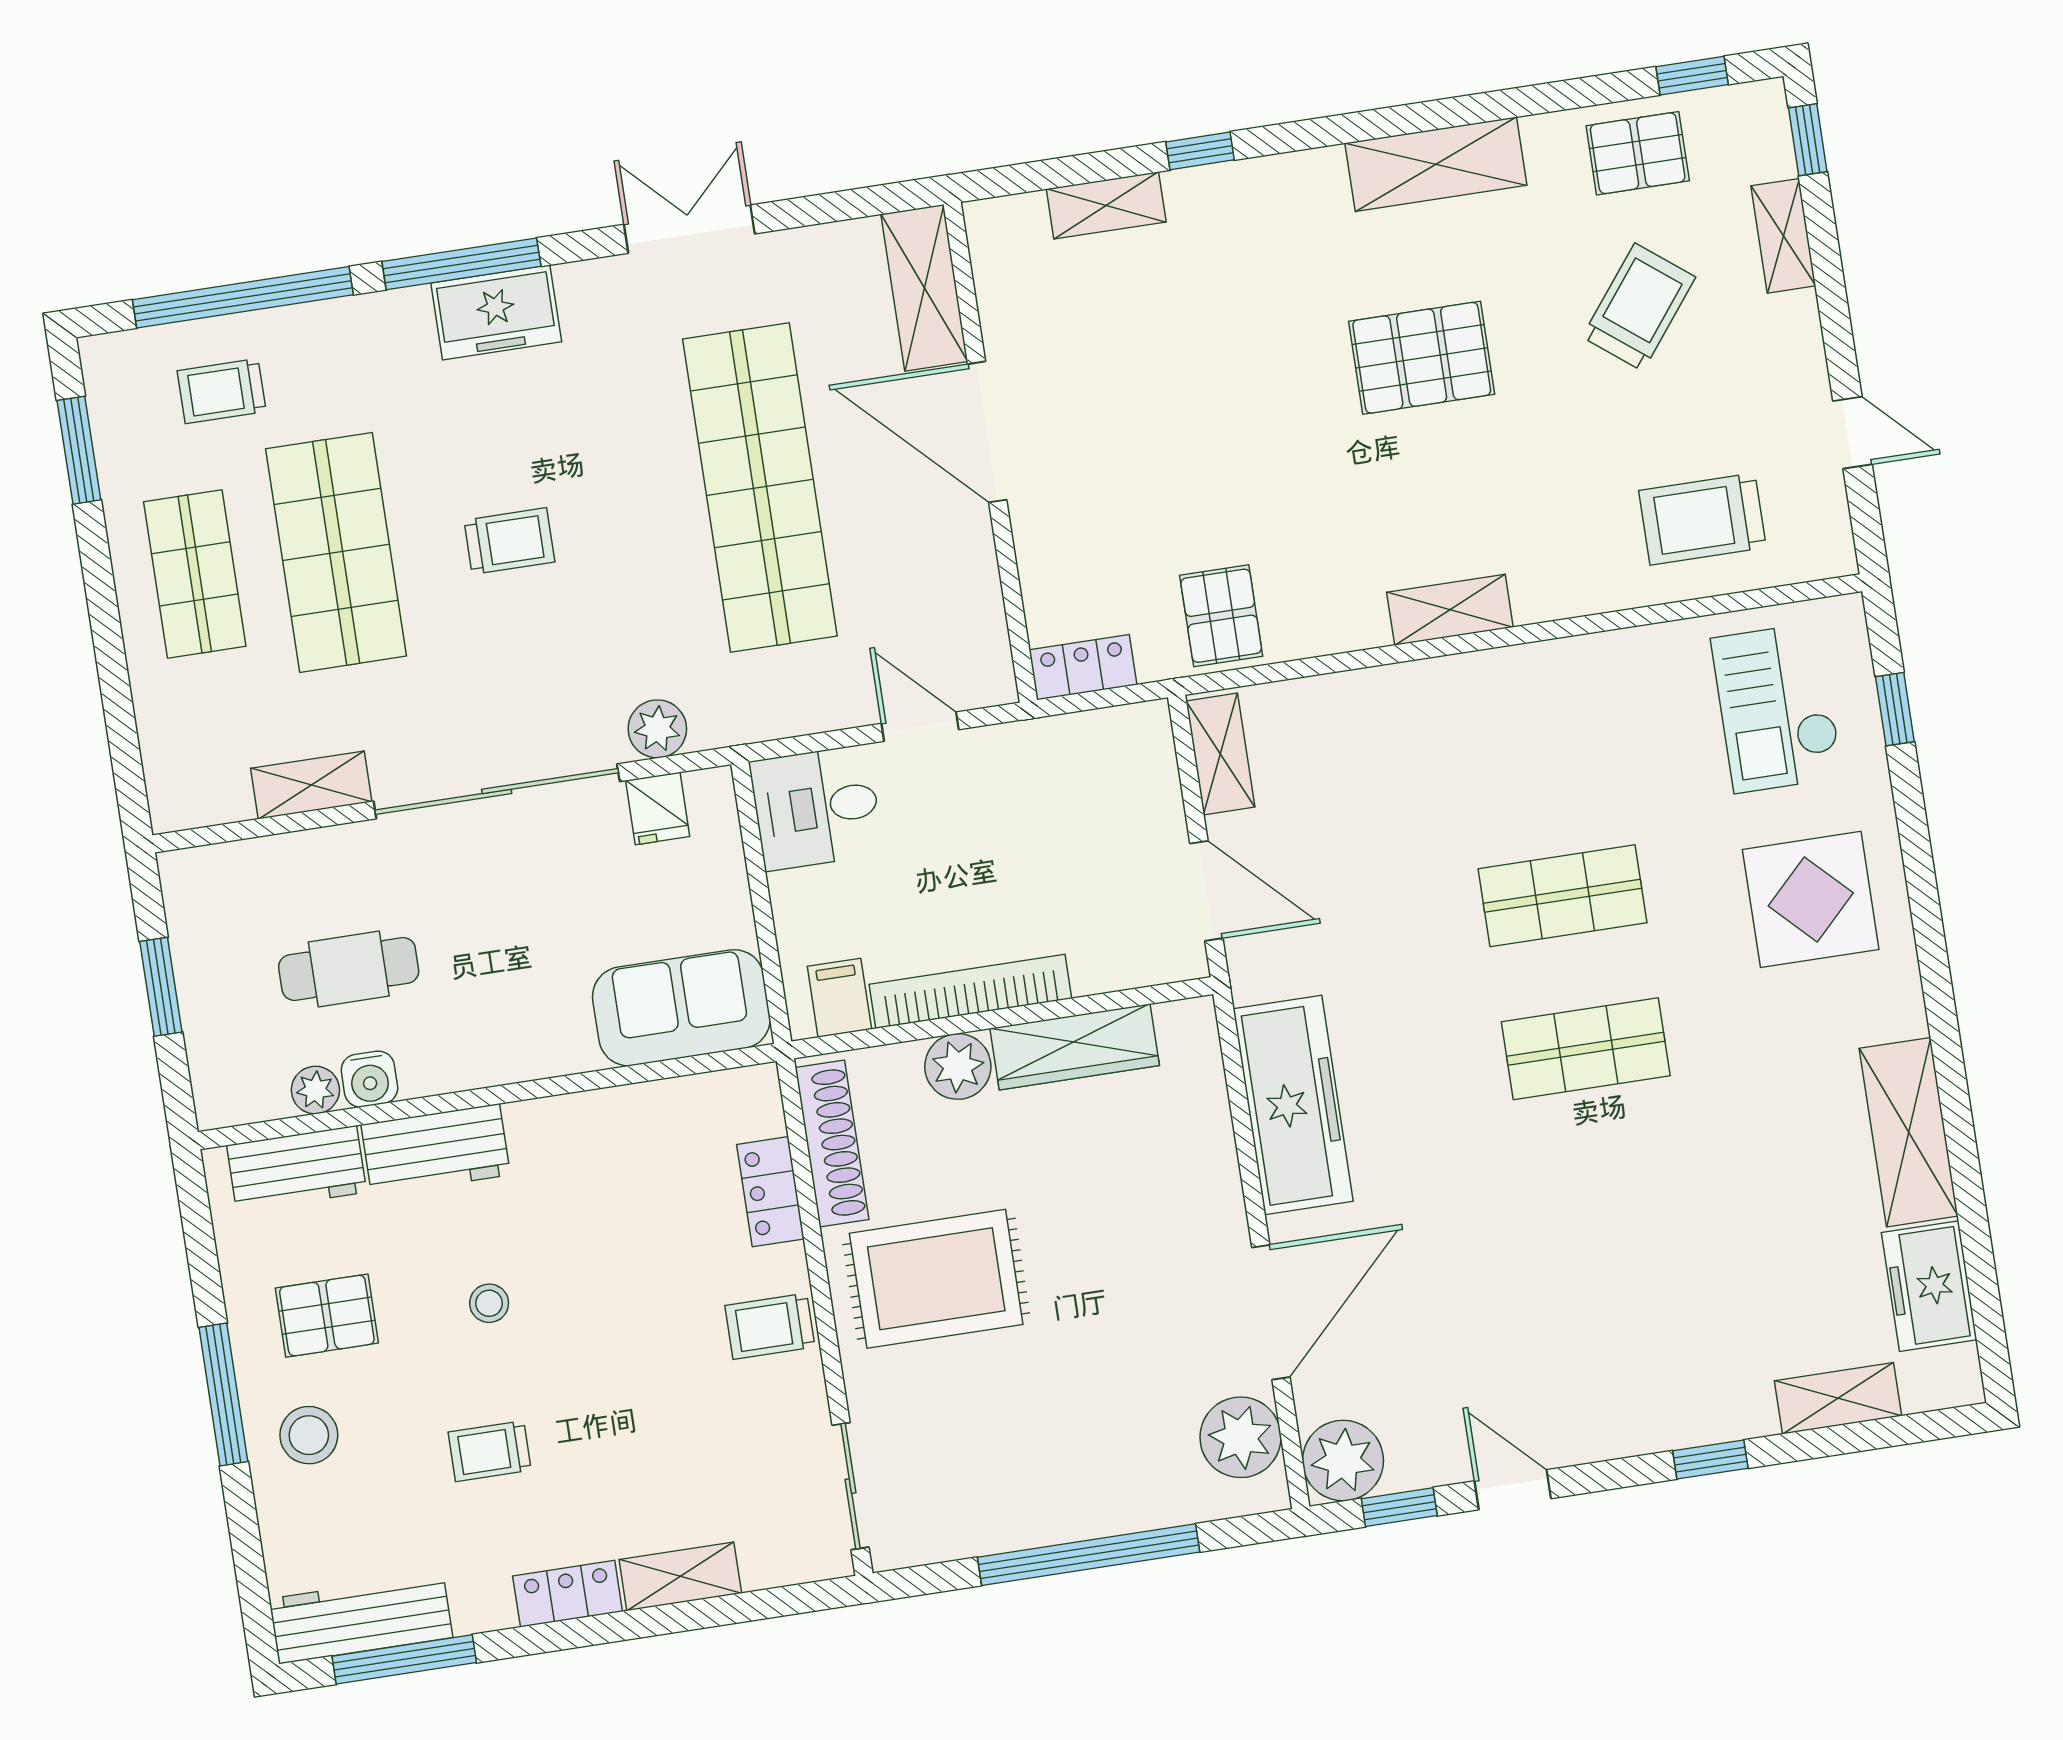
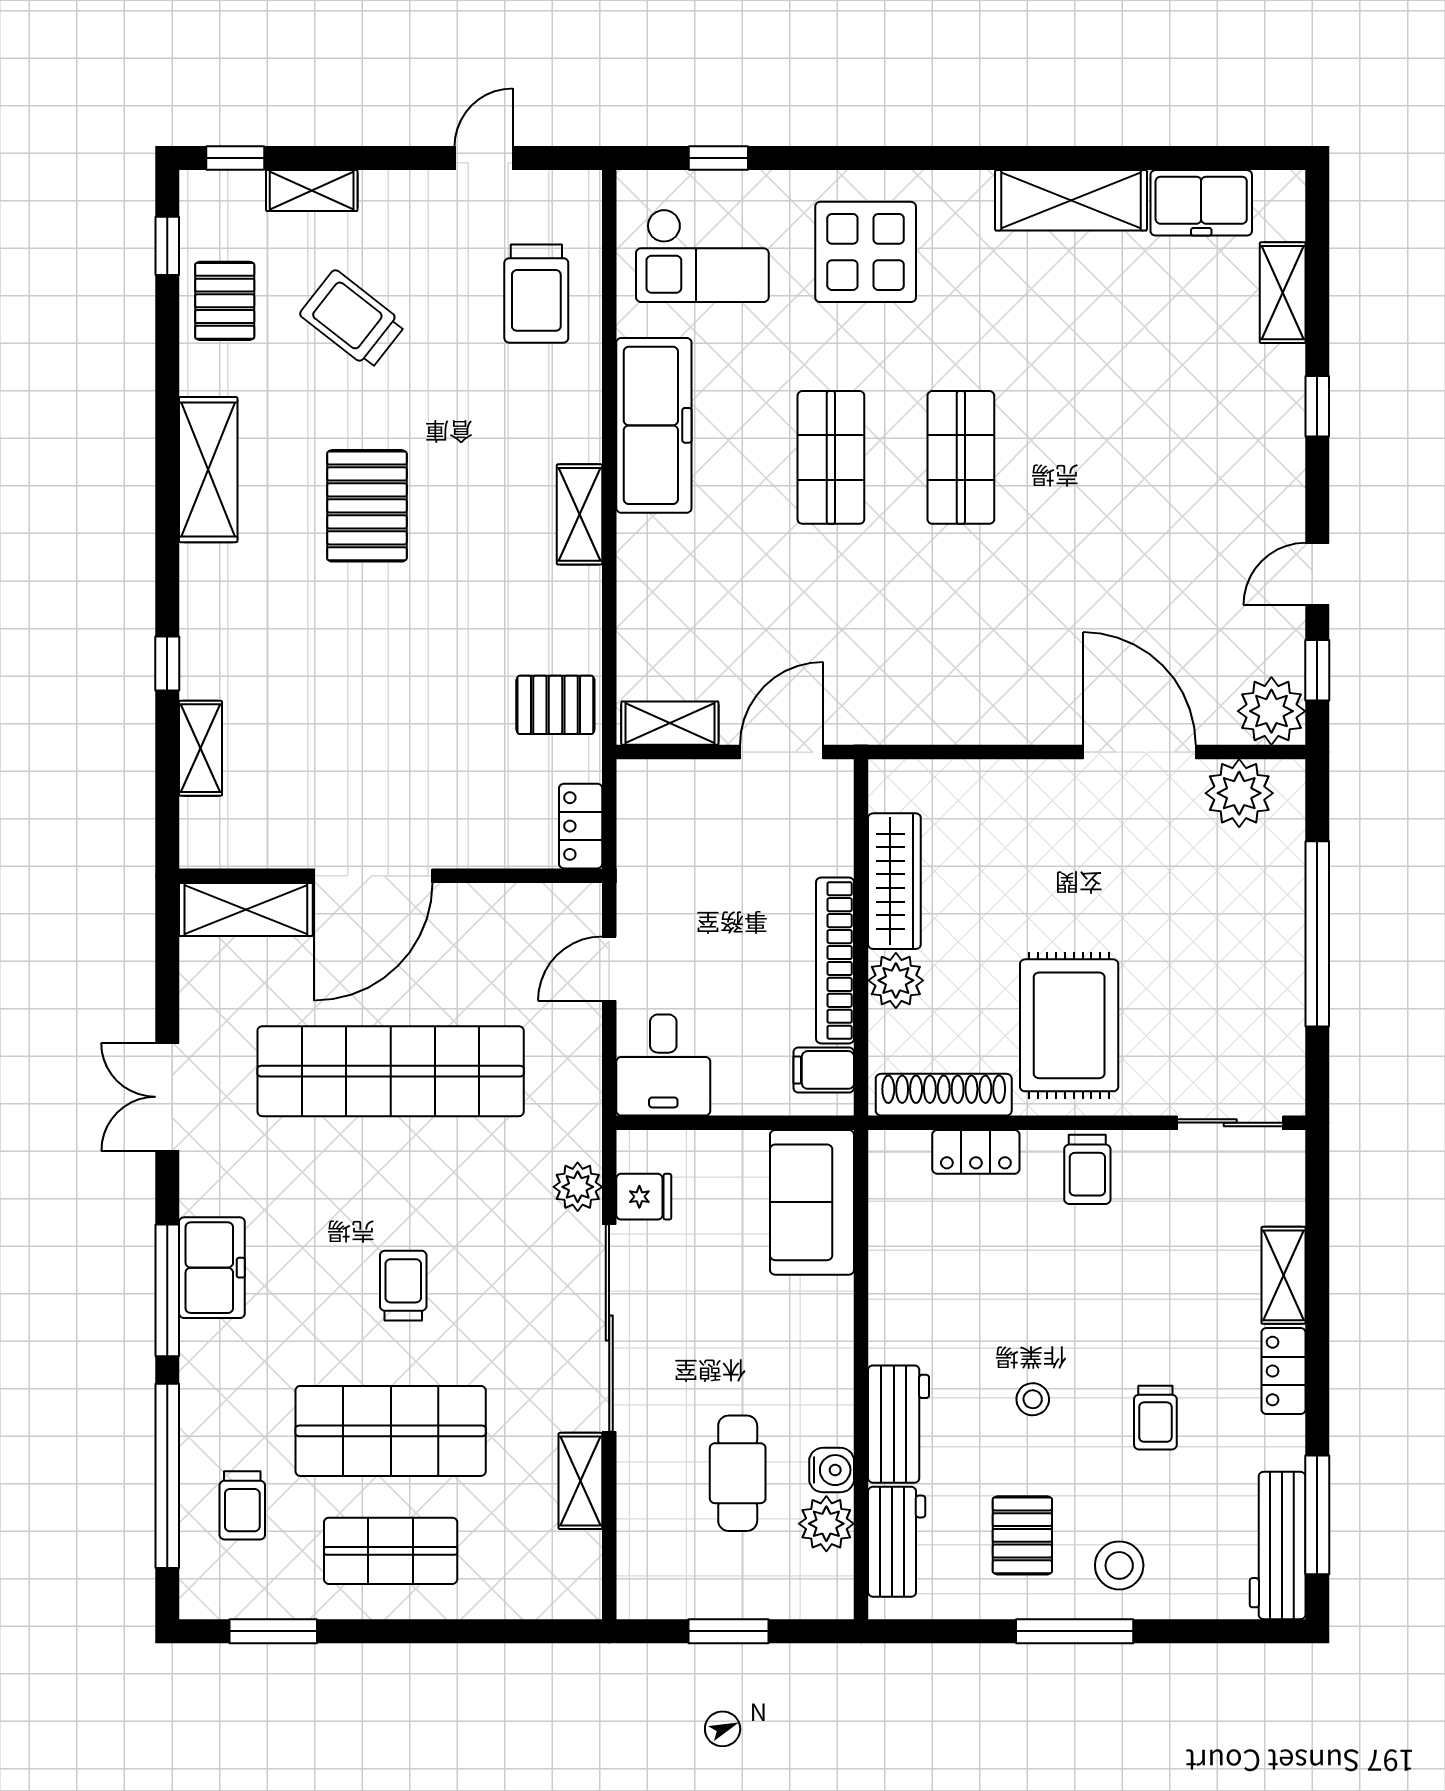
plant: (315, 1090) -> (826, 1524), width x1.38, depth x1.38
freezer: (1293, 1105) -> (654, 425), moved, turned 90

